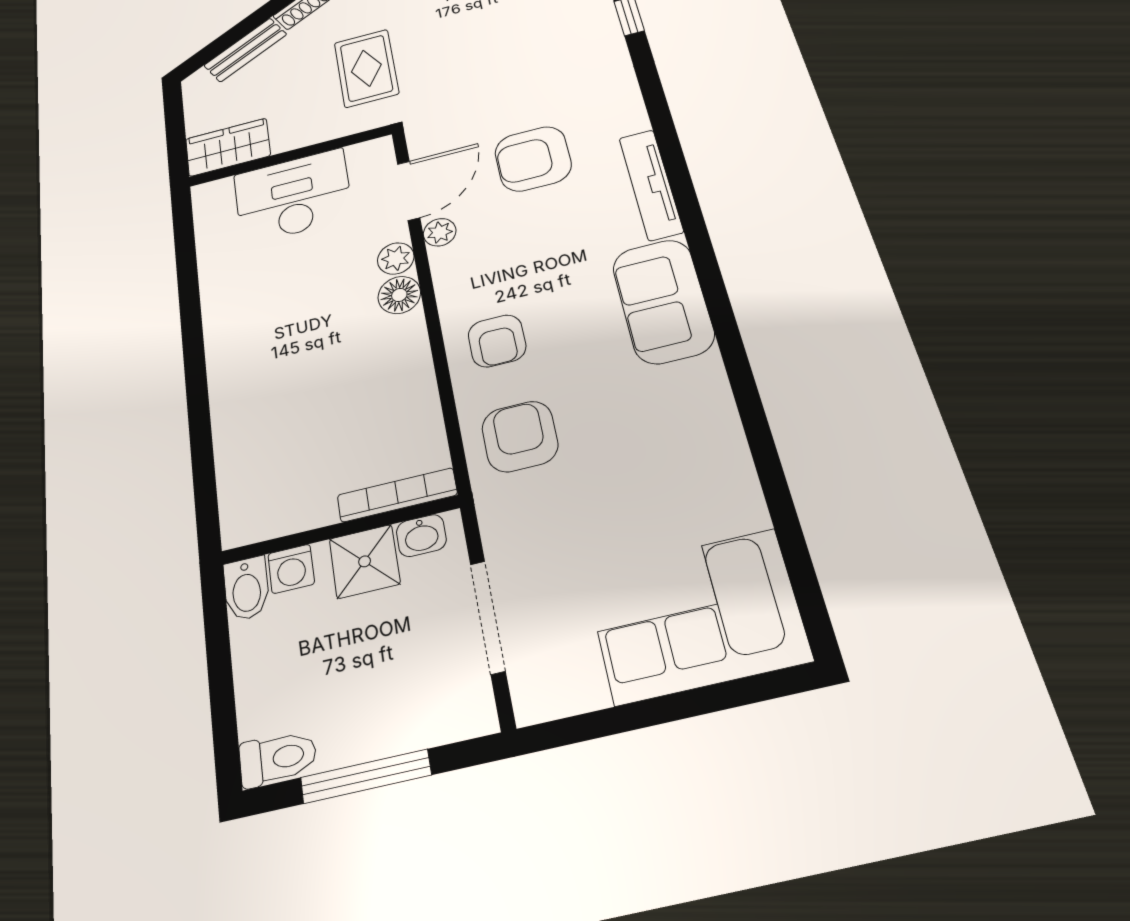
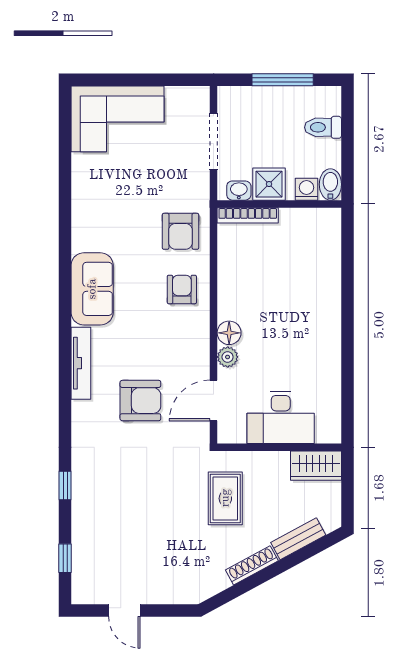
plant: (440, 232) -> (201, 367), removed
toilet: (278, 758) -> (323, 127), moved

